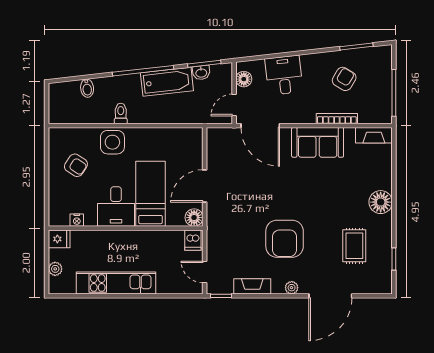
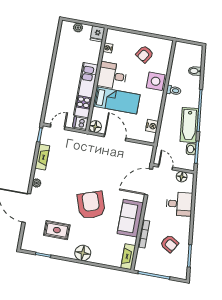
nightstand: (178, 136) -> (152, 126), added
armchair: (285, 239) -> (91, 205), moved, turned 71
kitchen unit: (116, 283) -> (86, 90), moved, turned 180

